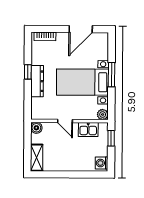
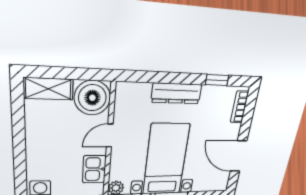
window: (28, 72) -> (217, 80), moved
boiler: (36, 128) -> (92, 98), width x1.86, depth x1.86

